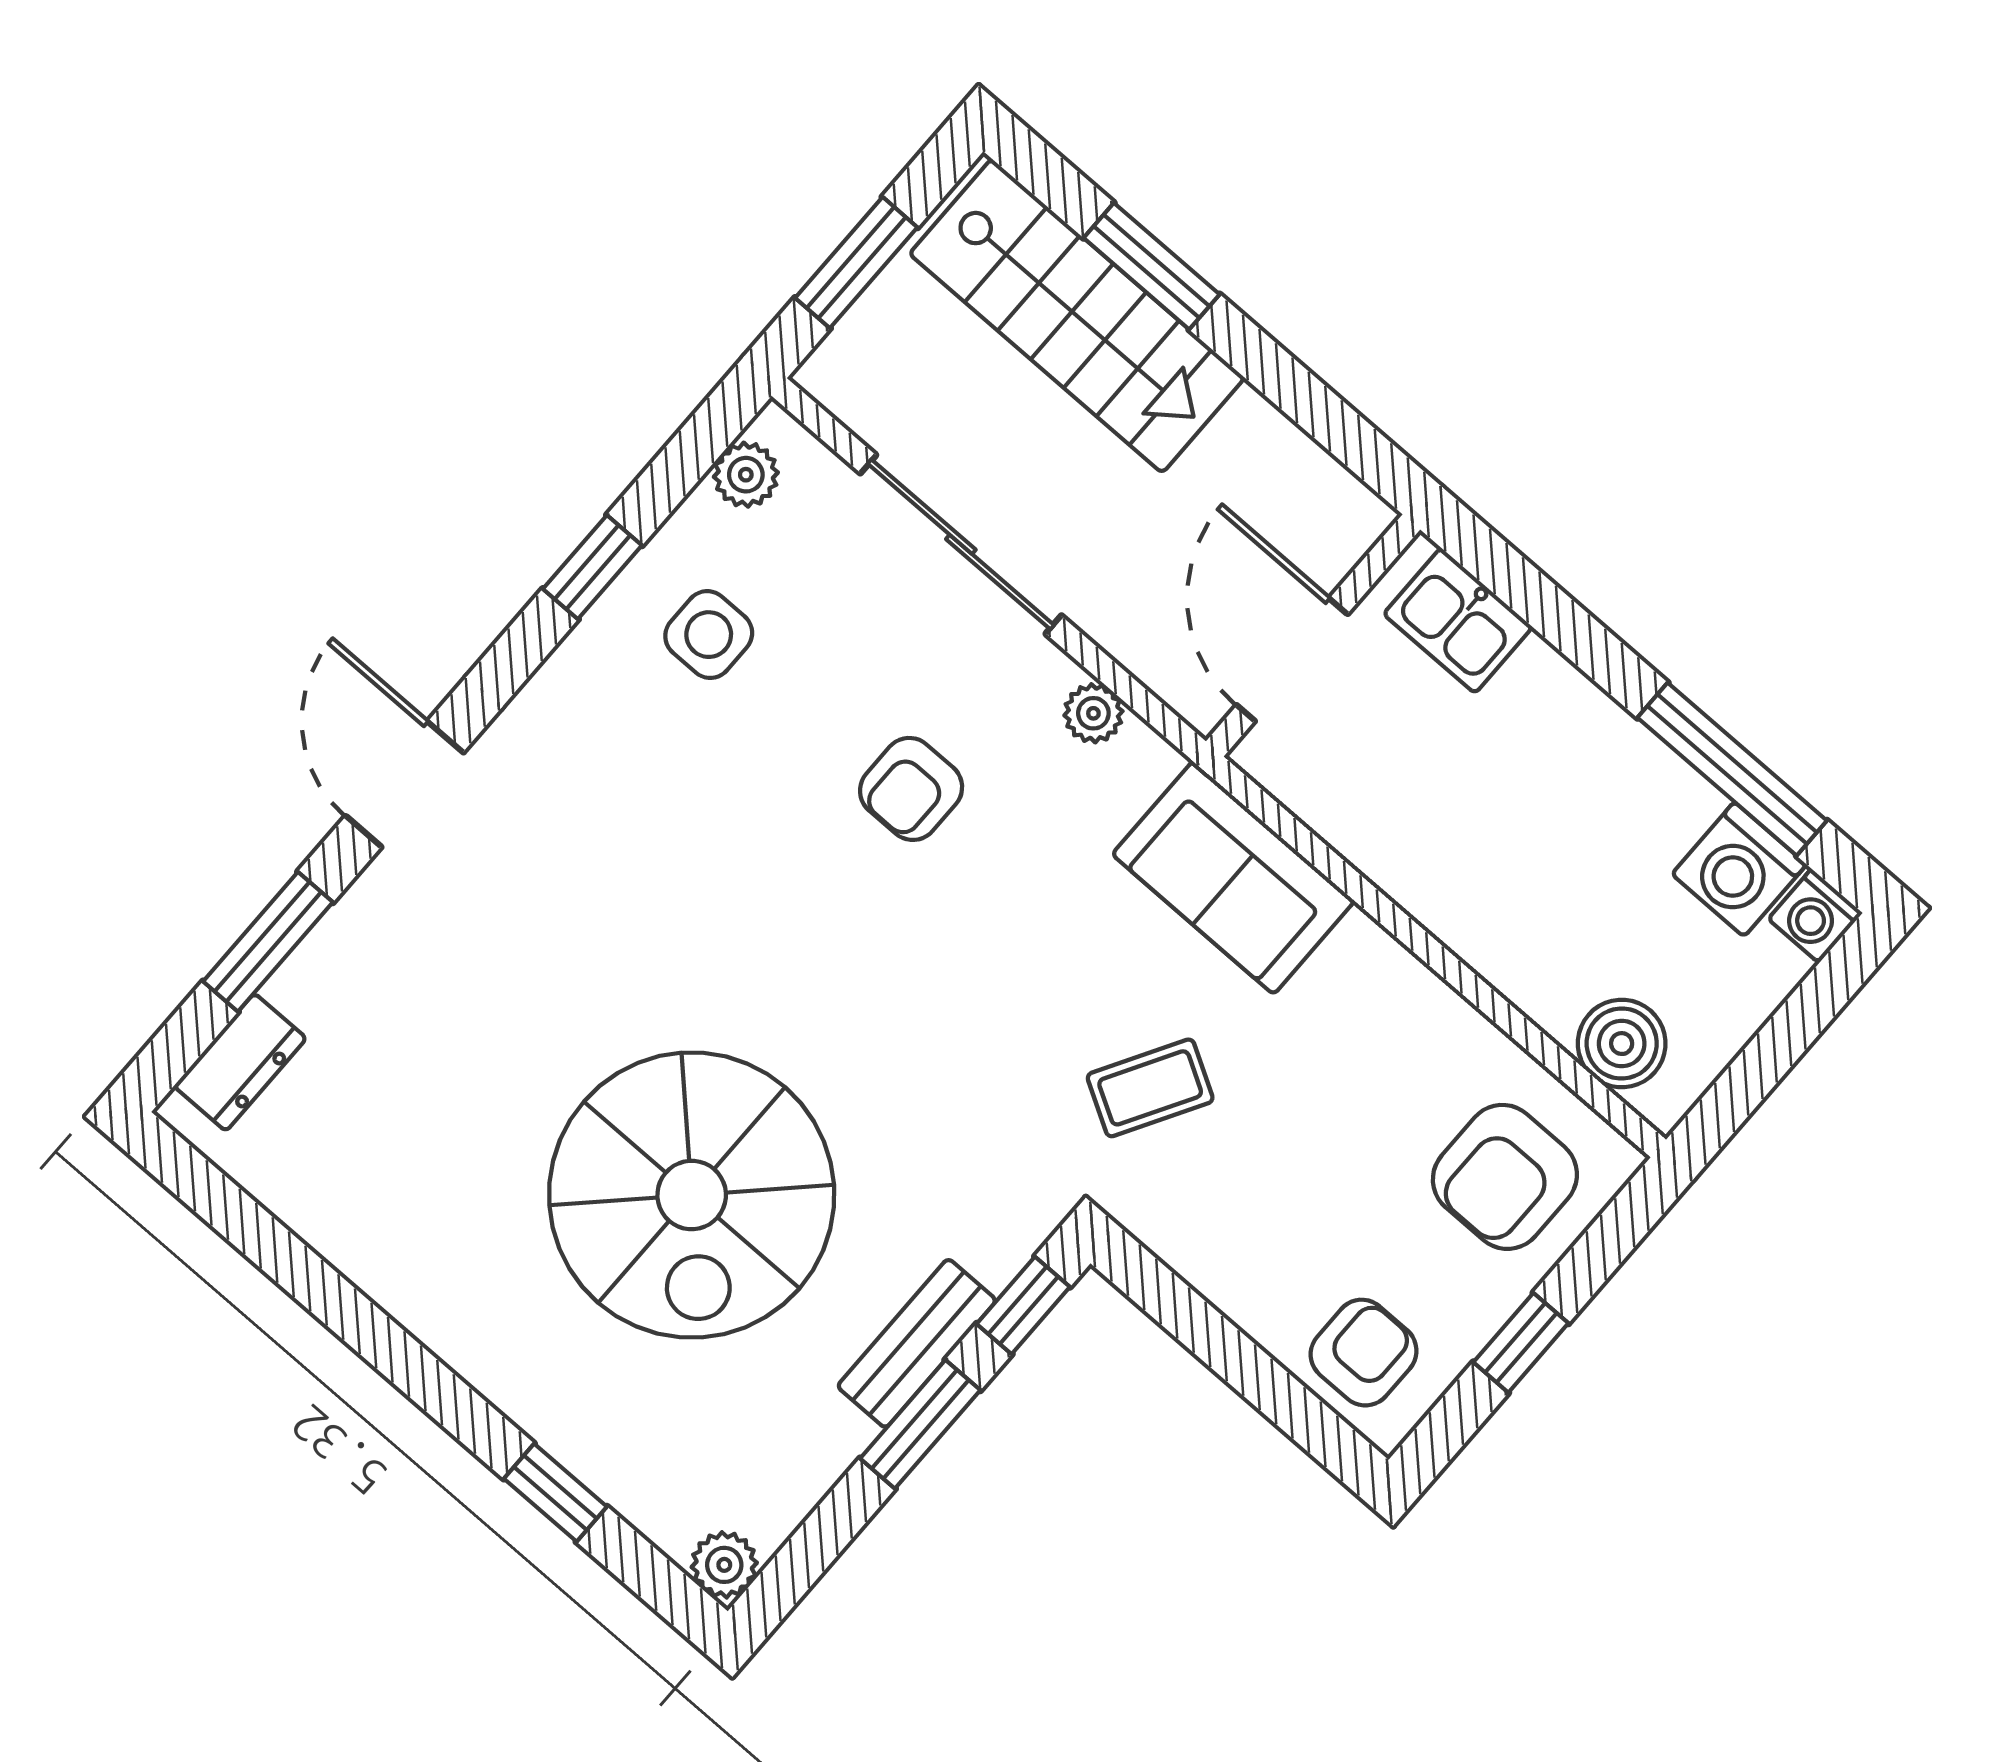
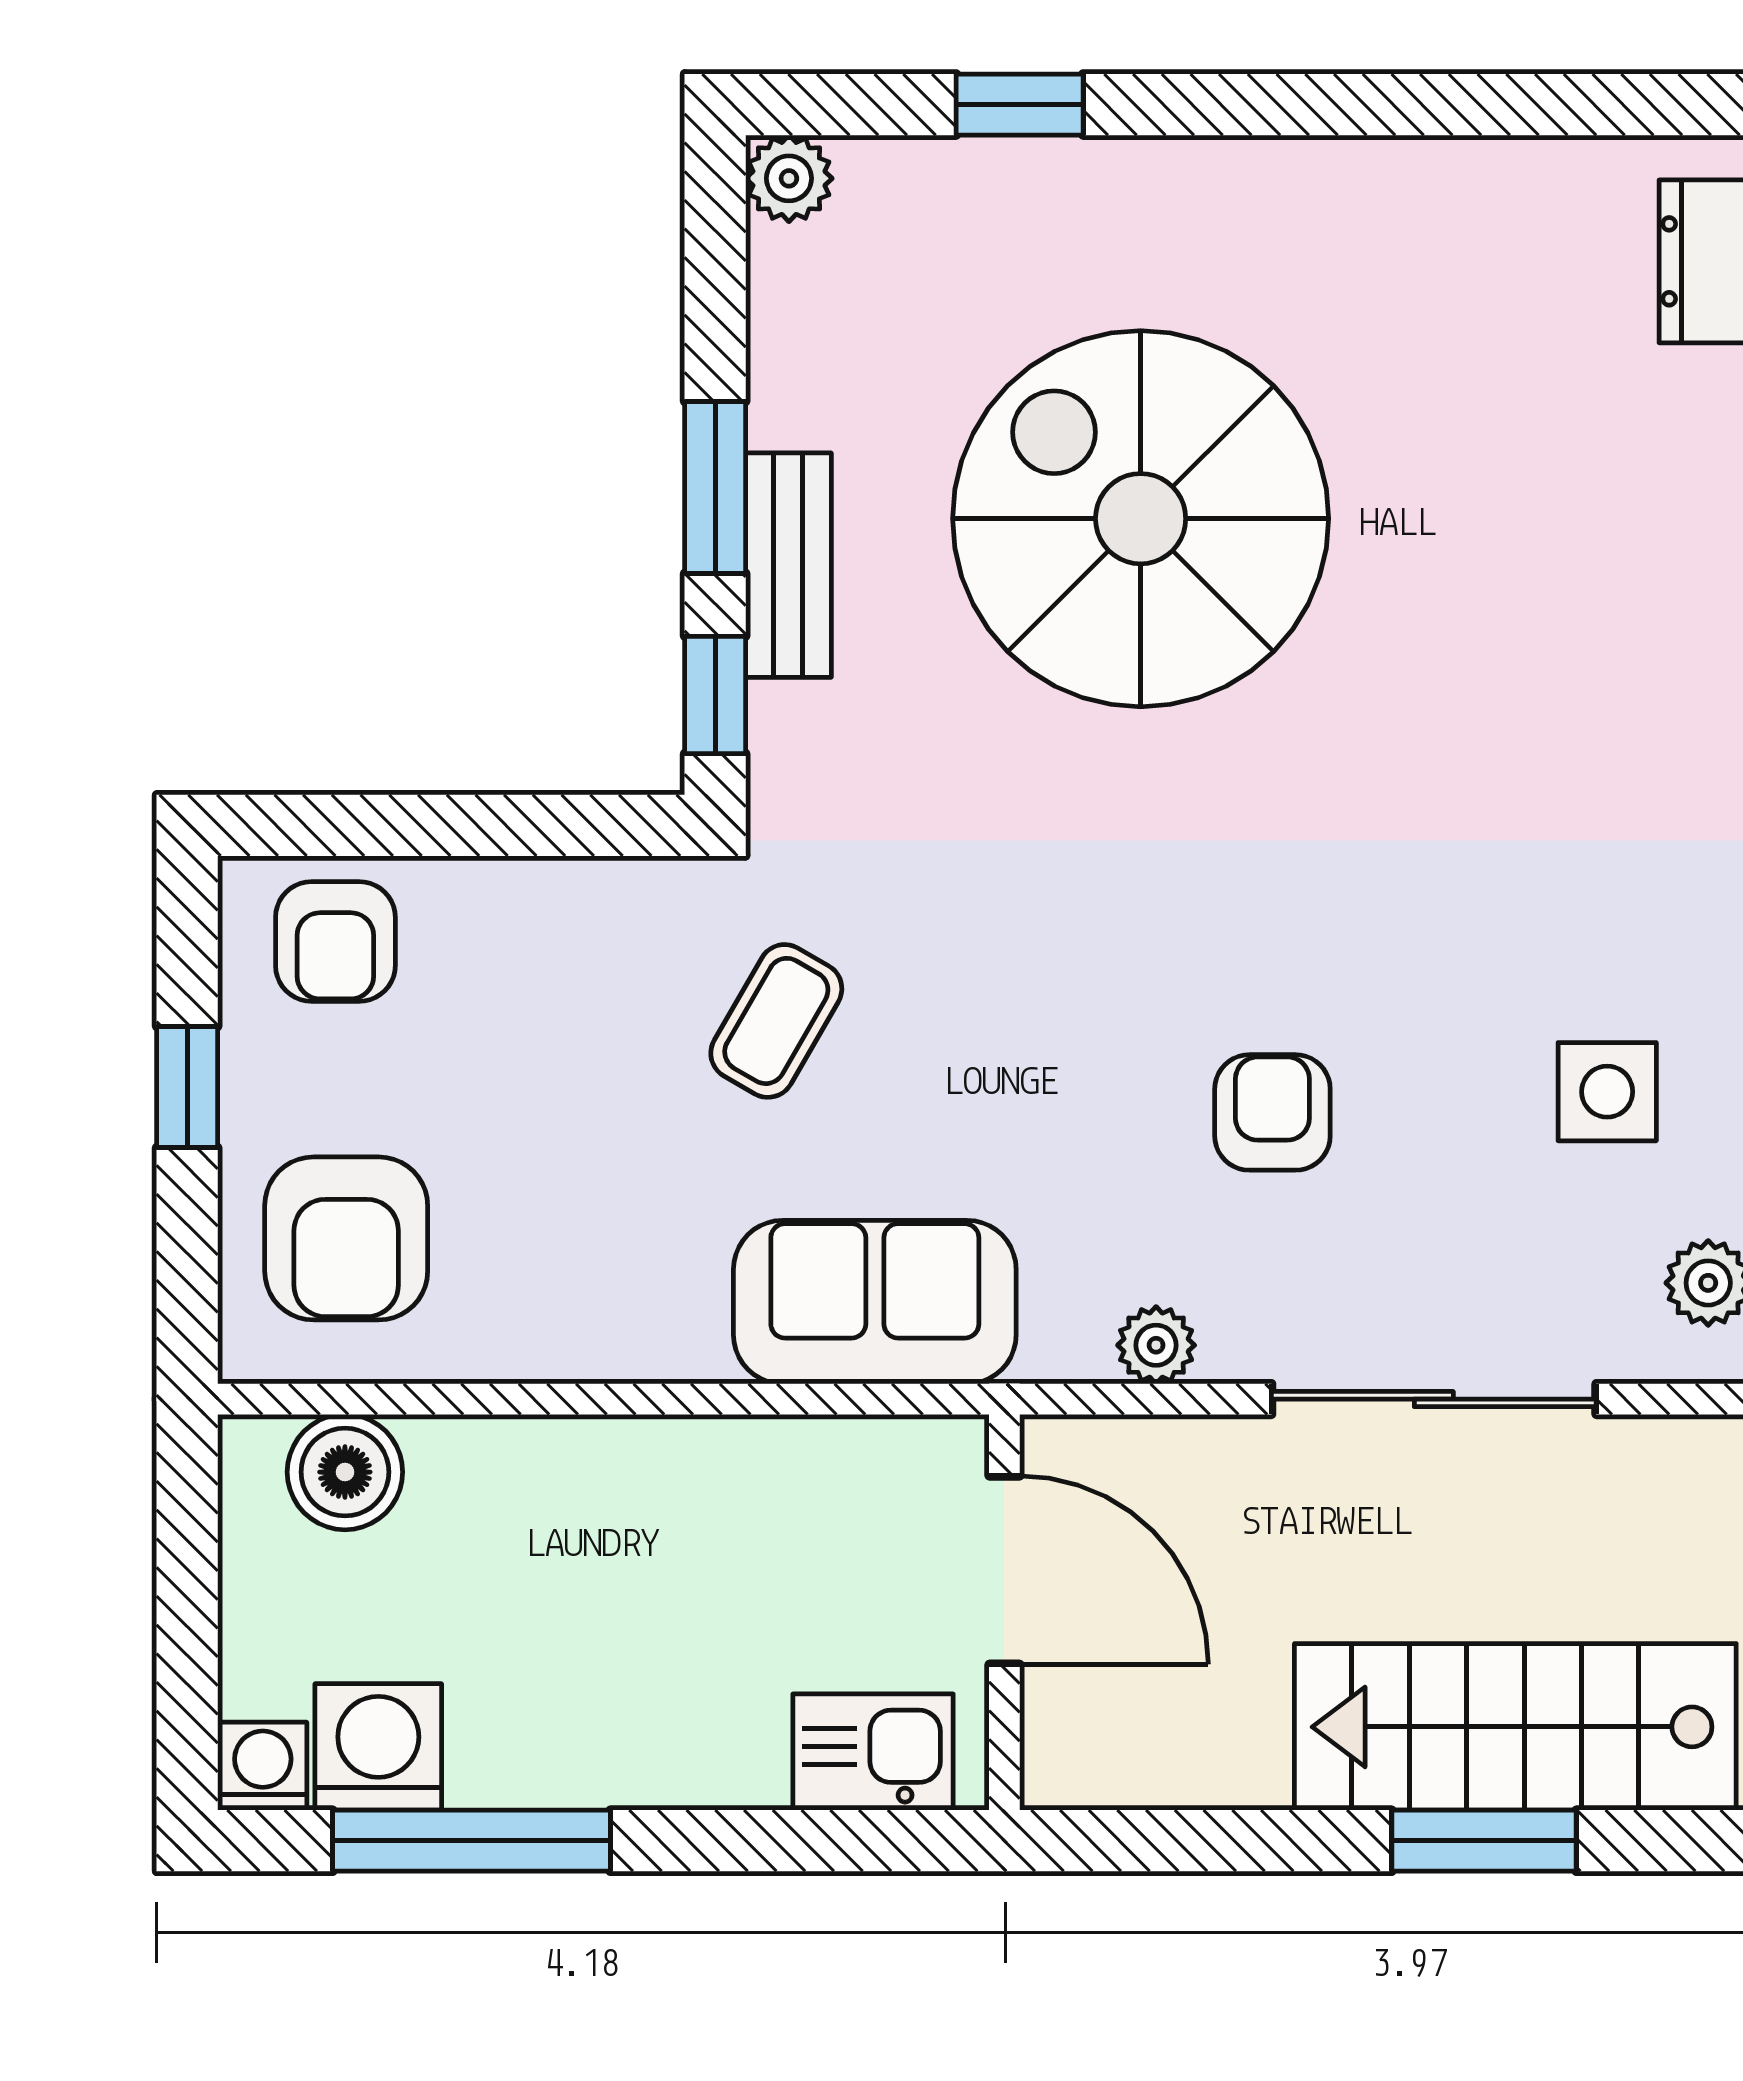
armchair: (1505, 1177) -> (346, 1238), turned 180

